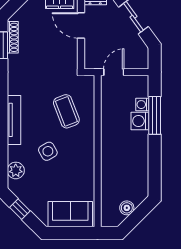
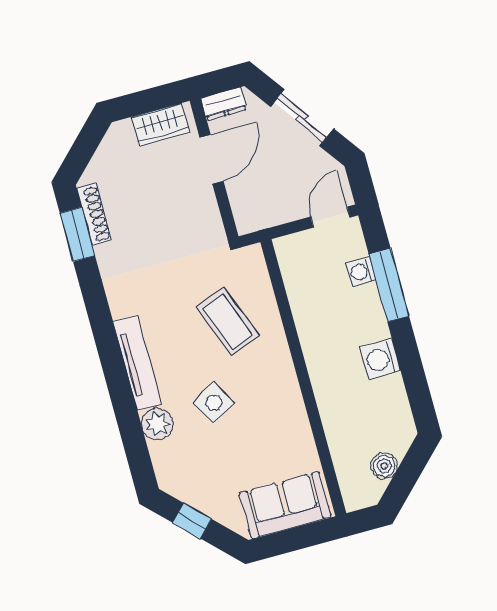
door: (81, 25) -> (211, 159), swing flipped
door: (114, 72) -> (330, 217), moved
washing machine: (140, 121) -> (380, 359), moved
plant: (16, 170) -> (157, 424), moved

